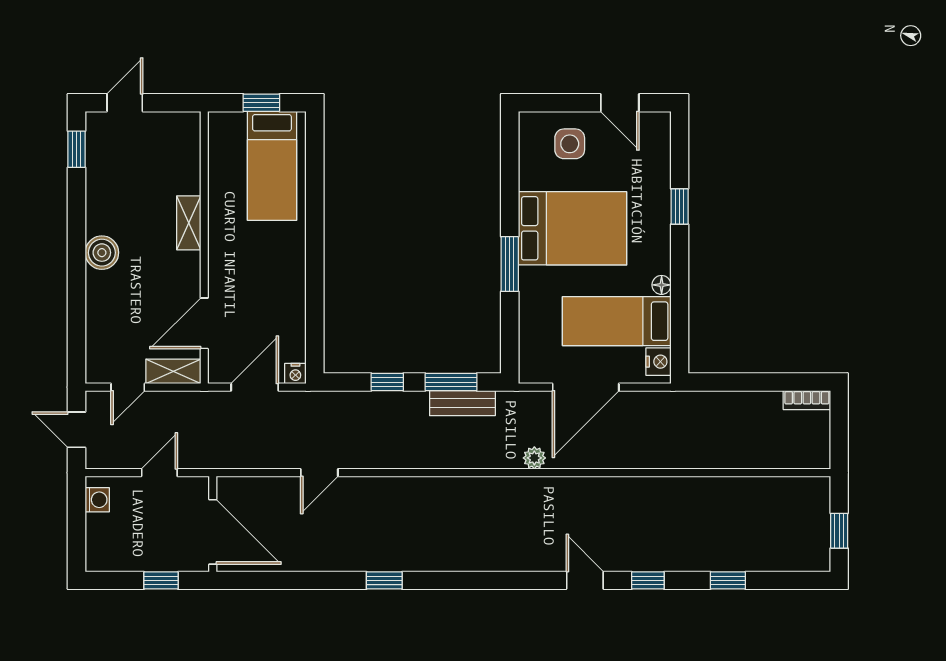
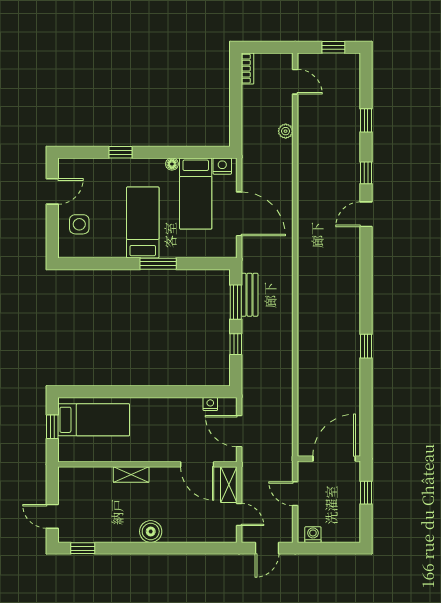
bed: (572, 228) -> (143, 222), width x0.67
nightstand: (295, 374) -> (210, 404), moved, turned -90
plant: (534, 458) -> (286, 131), moved
door: (319, 473) -> (295, 82), moved

